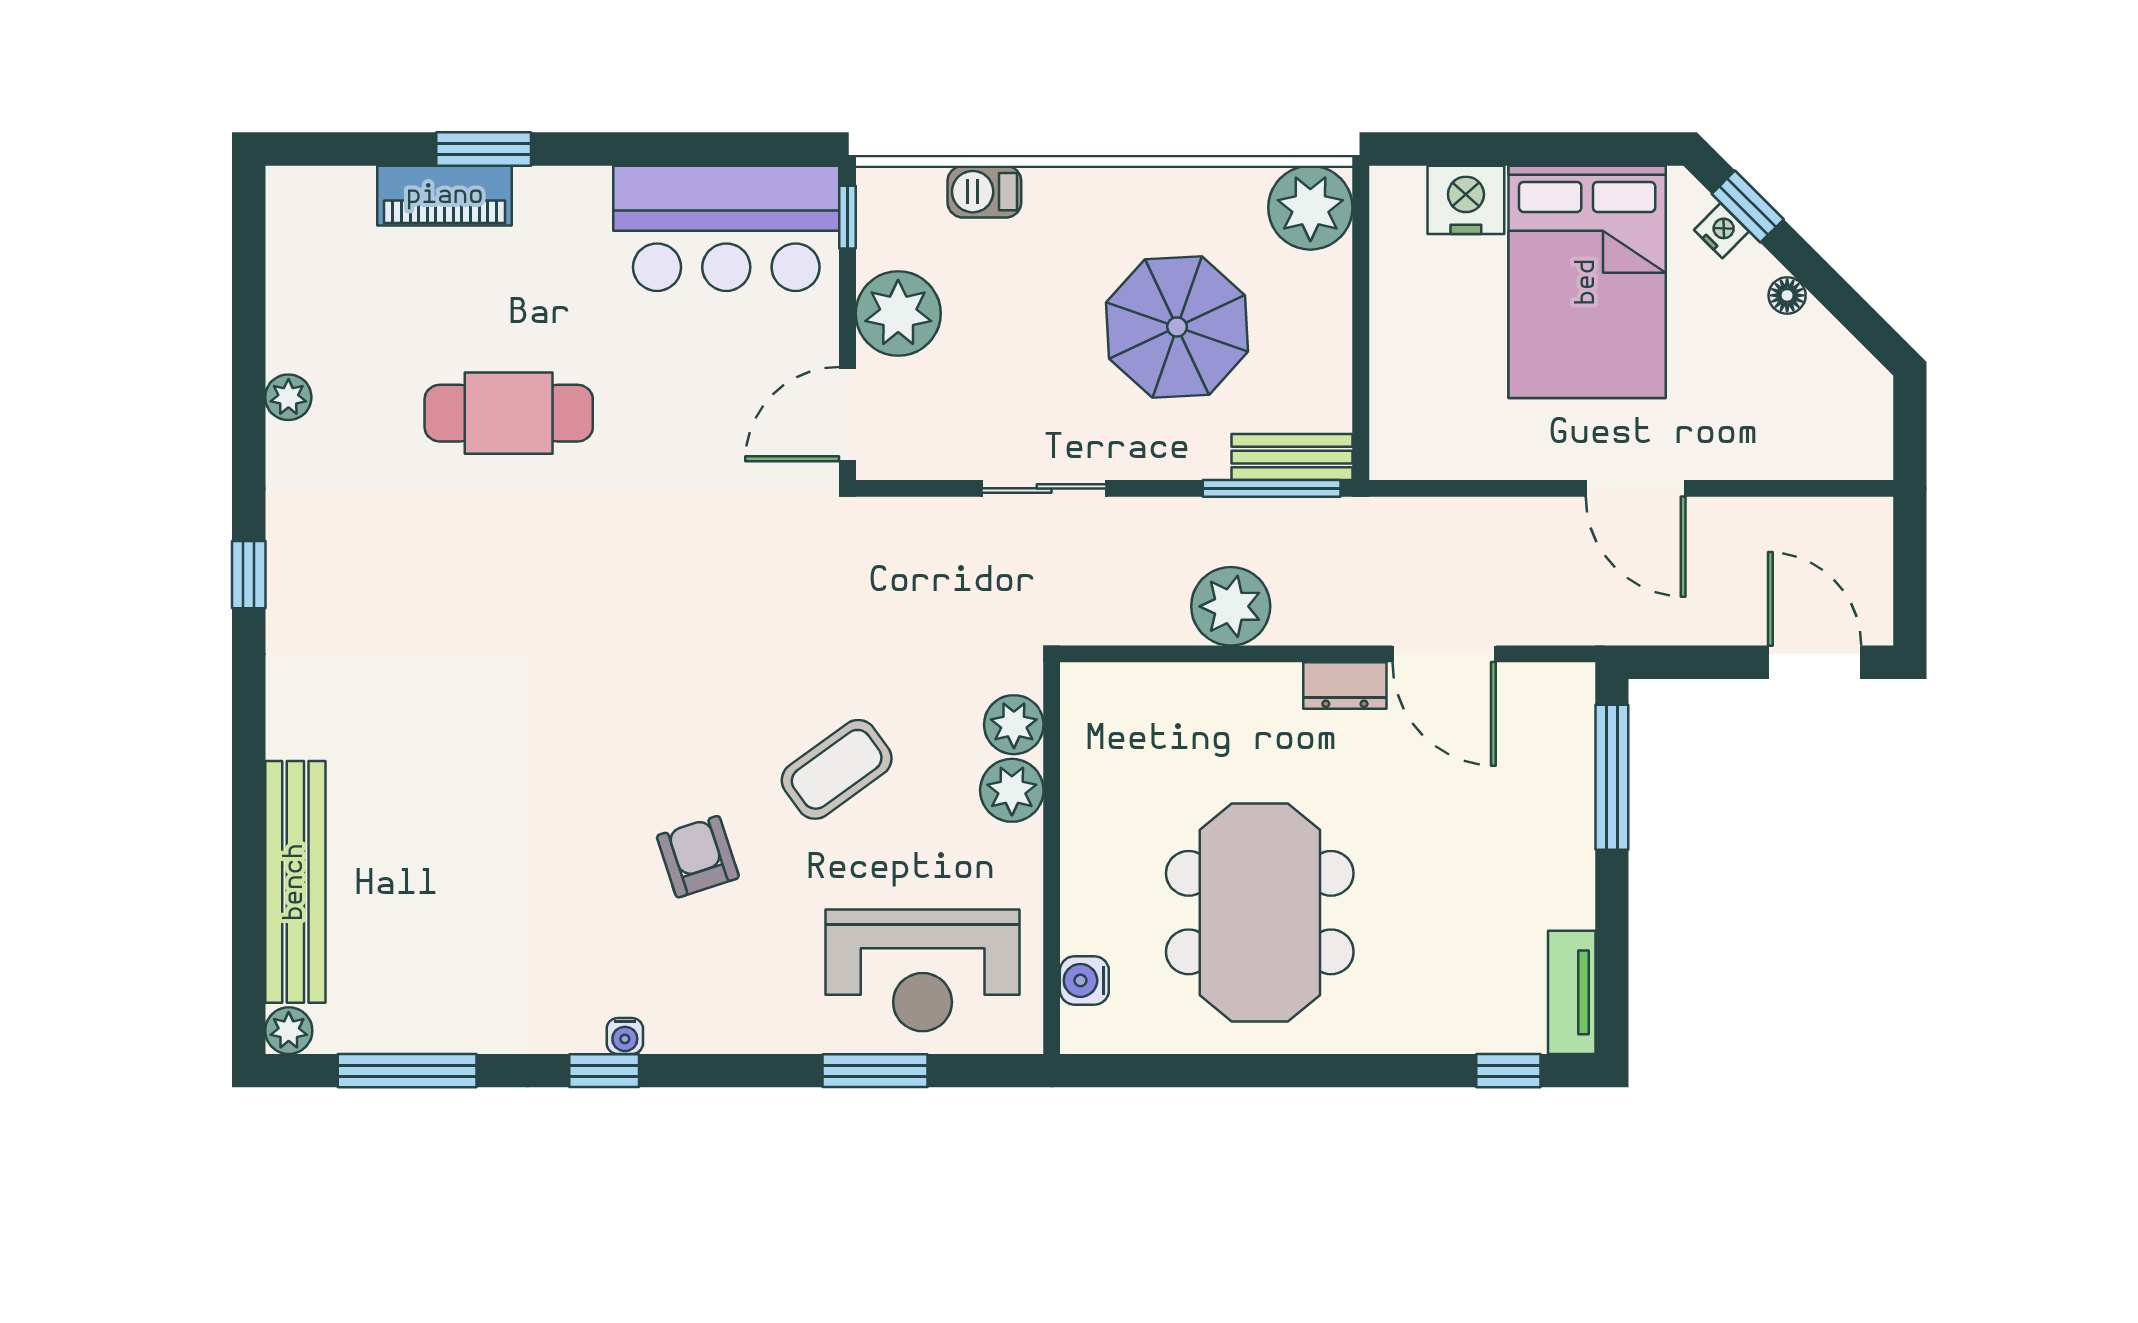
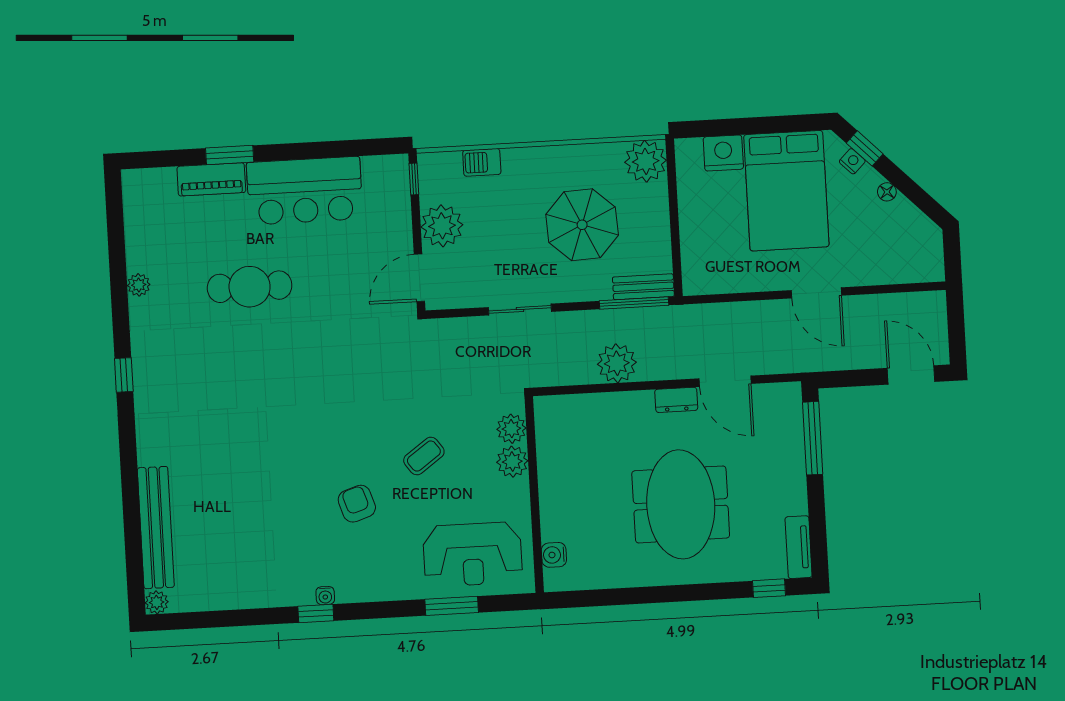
bar counter: (726, 228) -> (305, 191), moved
coffee table: (837, 769) -> (424, 456), width x0.73, depth x0.77
meeting table: (1260, 913) -> (681, 504), moved
window: (407, 1071) -> (217, 619), removed

